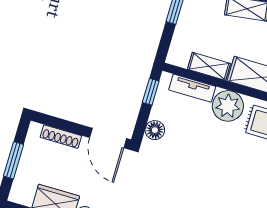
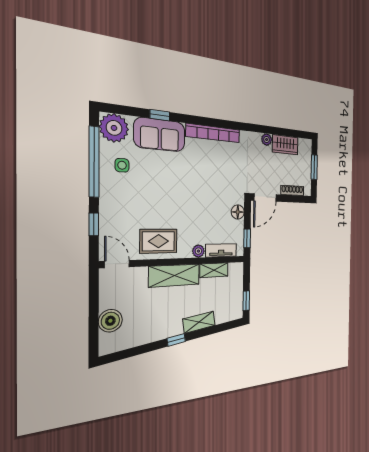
plant: (228, 106) -> (198, 251), width x0.53, depth x0.53
door: (108, 138) -> (265, 198), swing flipped

